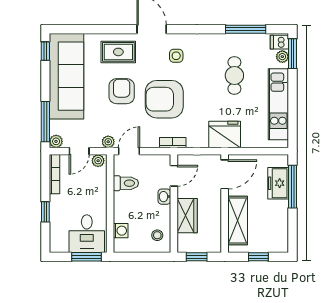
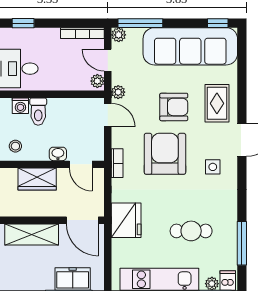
toilet: (126, 183) -> (38, 112), moved
window: (45, 212) -> (23, 23), moved

